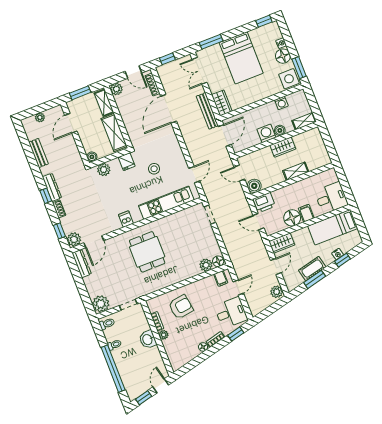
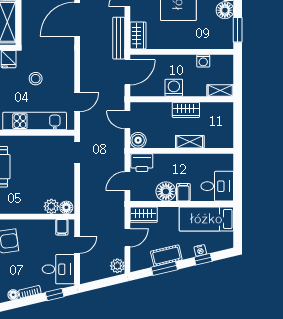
side table: (289, 79) -> (222, 38), removed
boiler: (280, 130) -> (190, 90), removed
door: (258, 222) -> (127, 181), hinge flipped

